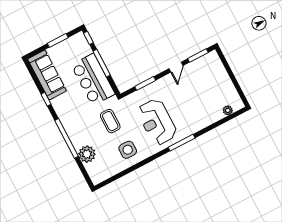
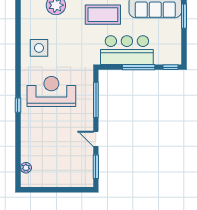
window: (58, 40) -> (184, 16), moved
window: (145, 83) -> (96, 100), width x1.44
coffee table: (110, 121) -> (103, 15), moved, width x1.36, depth x1.32
window: (182, 143) -> (18, 105), width x0.46

